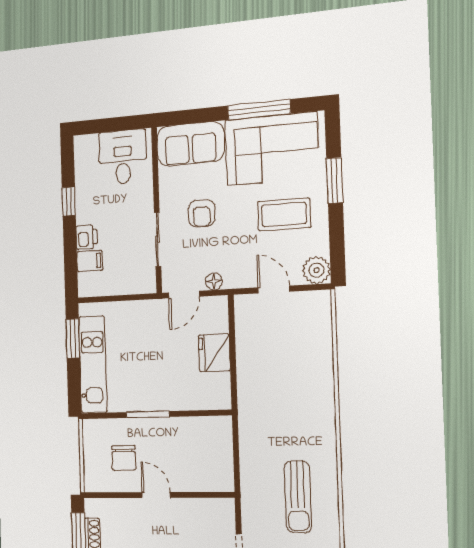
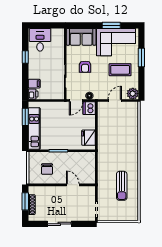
window: (259, 110) -> (111, 25), width x0.69
desk: (123, 157) -> (40, 40), moved
printer: (87, 237) -> (33, 94), moved
door: (274, 290) -> (115, 101), hinge flipped
dishwasher: (214, 311) -> (89, 108), added
fridge: (214, 353) -> (89, 138), moved
door: (156, 495) -> (73, 185), moved

